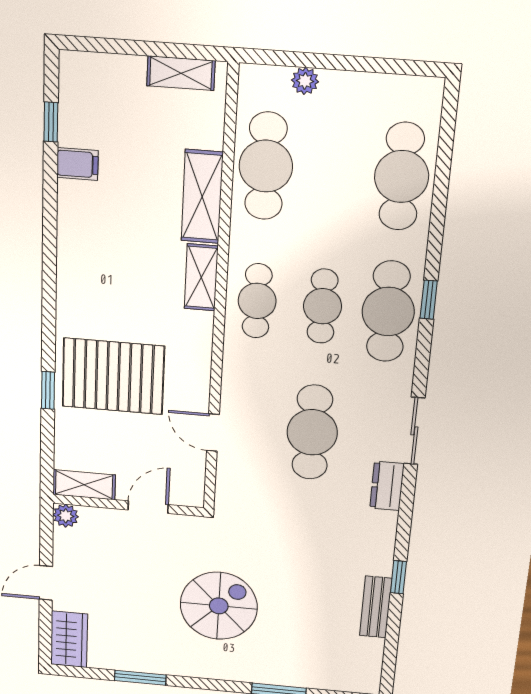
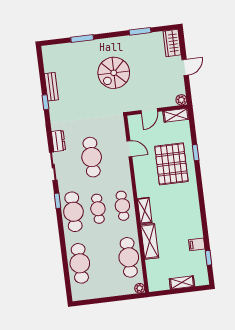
shelving: (181, 73) -> (182, 283), moved
plant: (305, 81) -> (140, 288), moved
window: (429, 300) -> (57, 201), moved
pallet: (113, 376) -> (171, 164), turned 90

